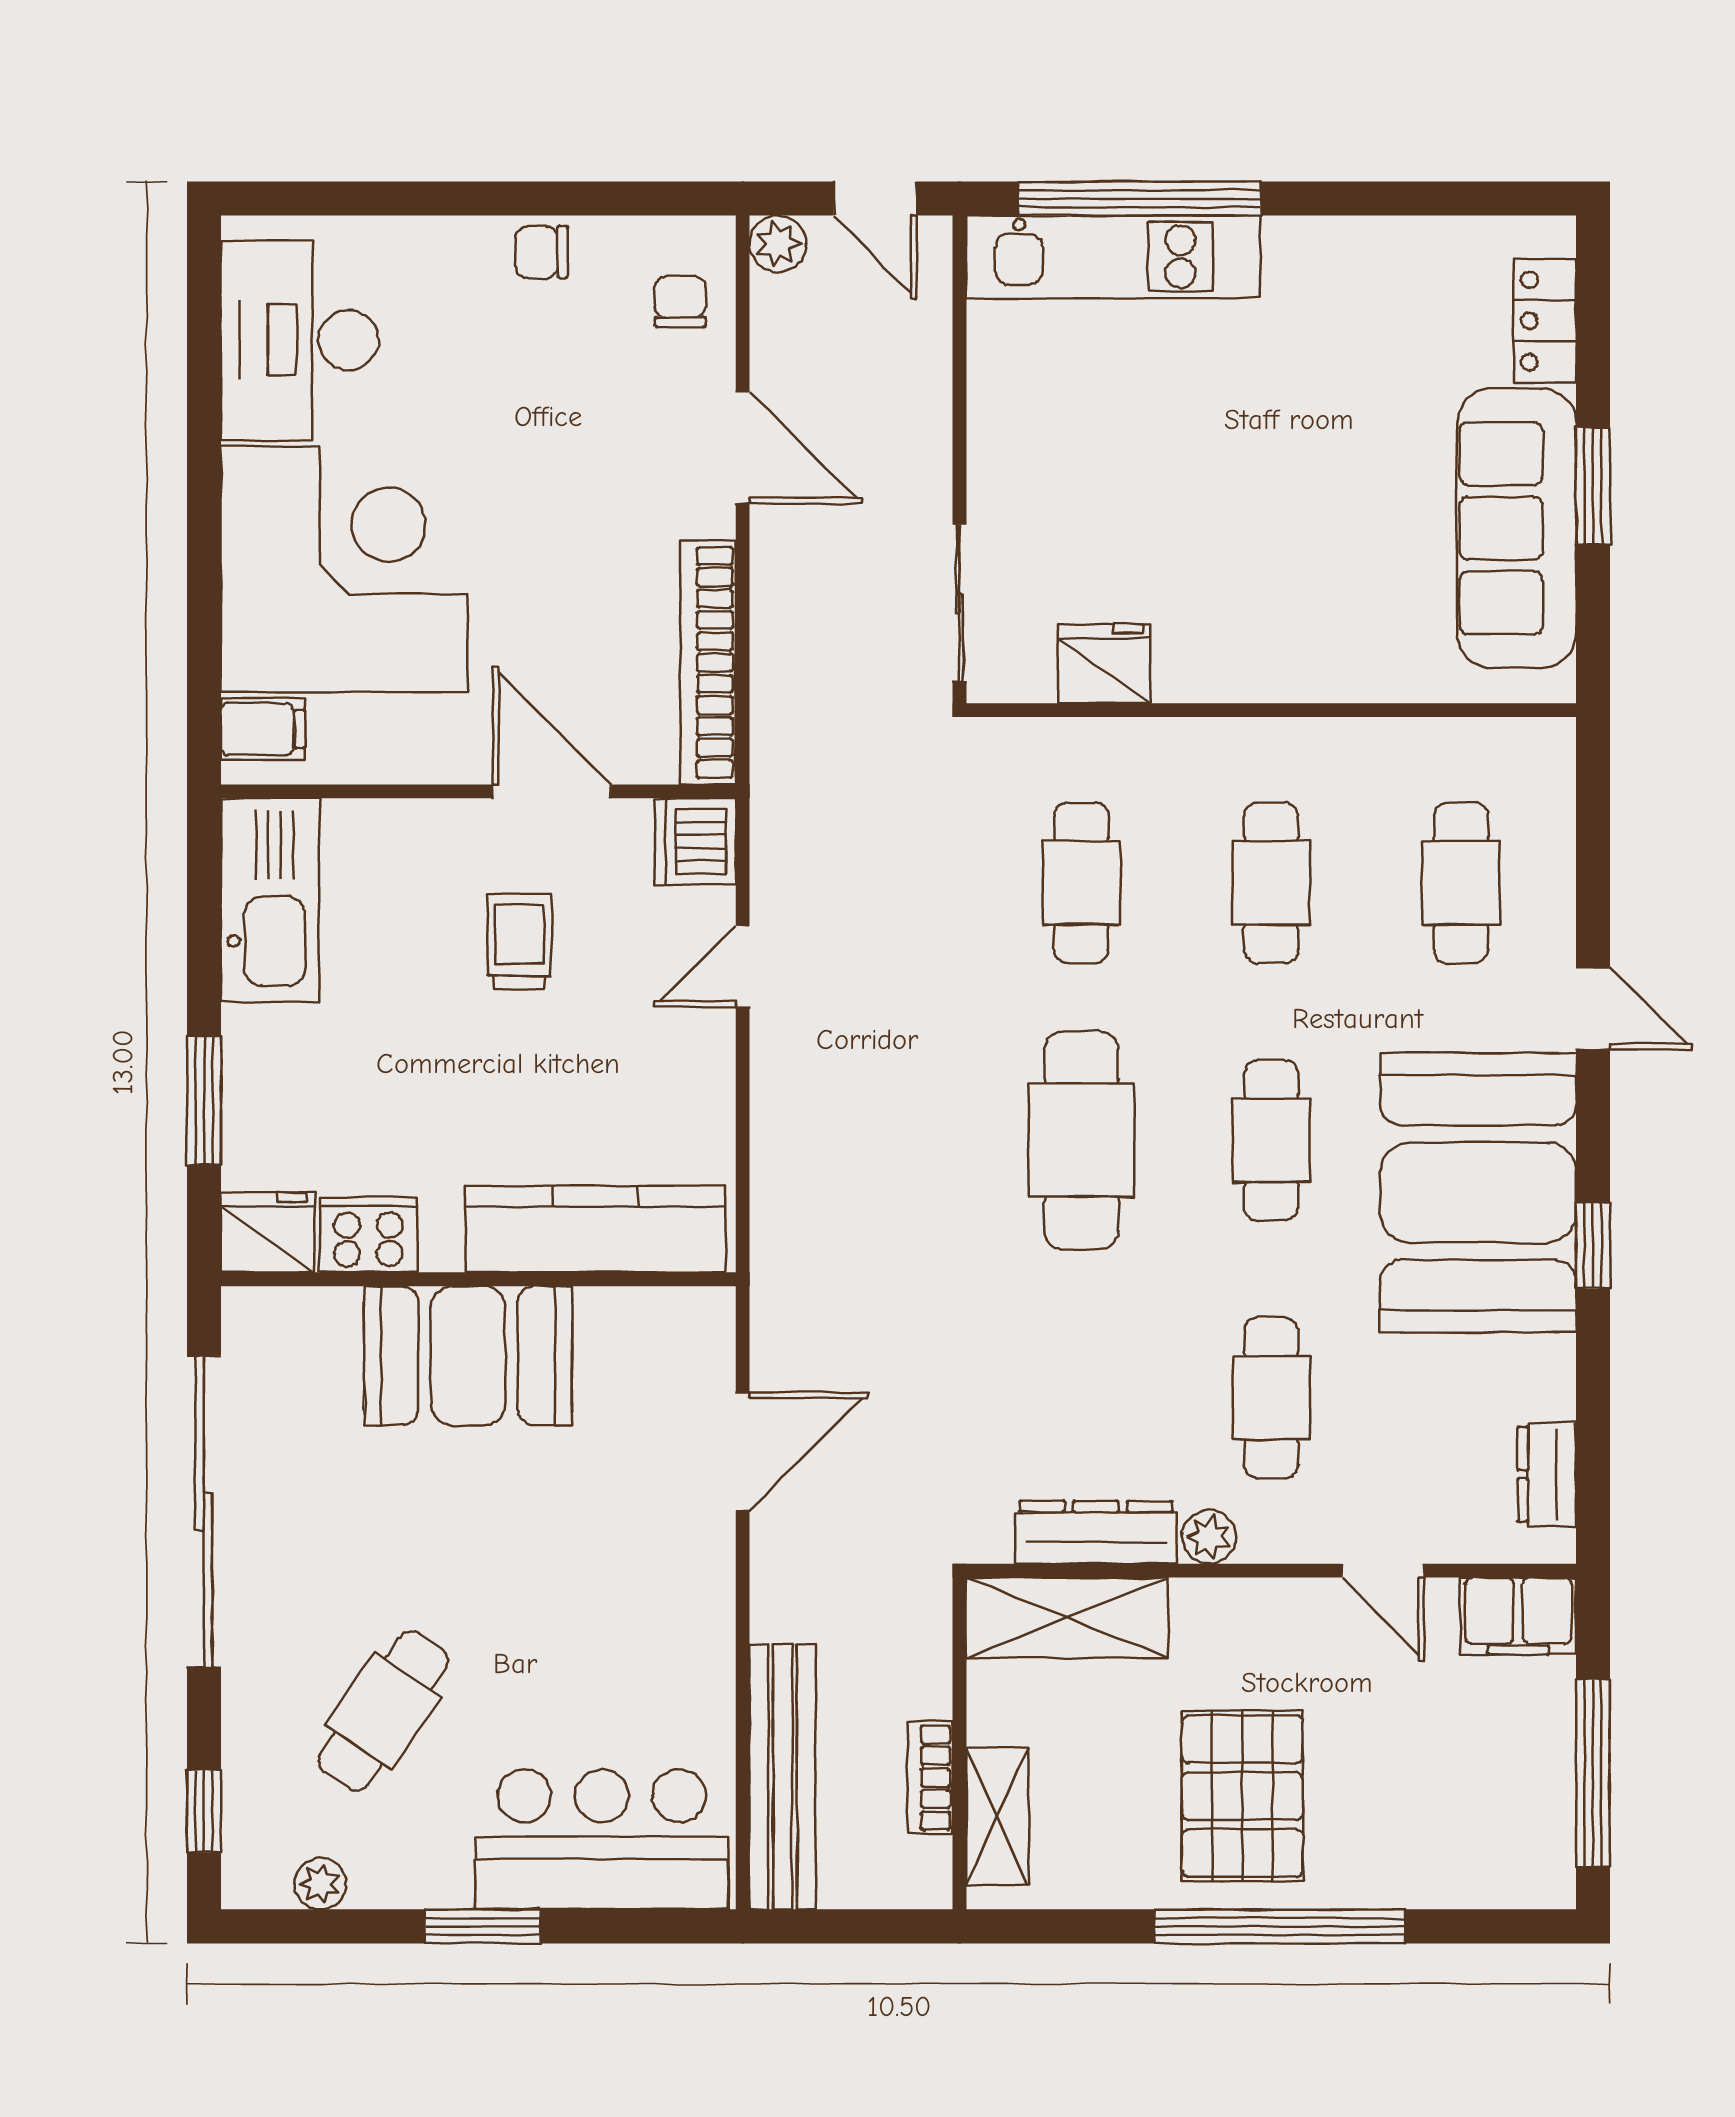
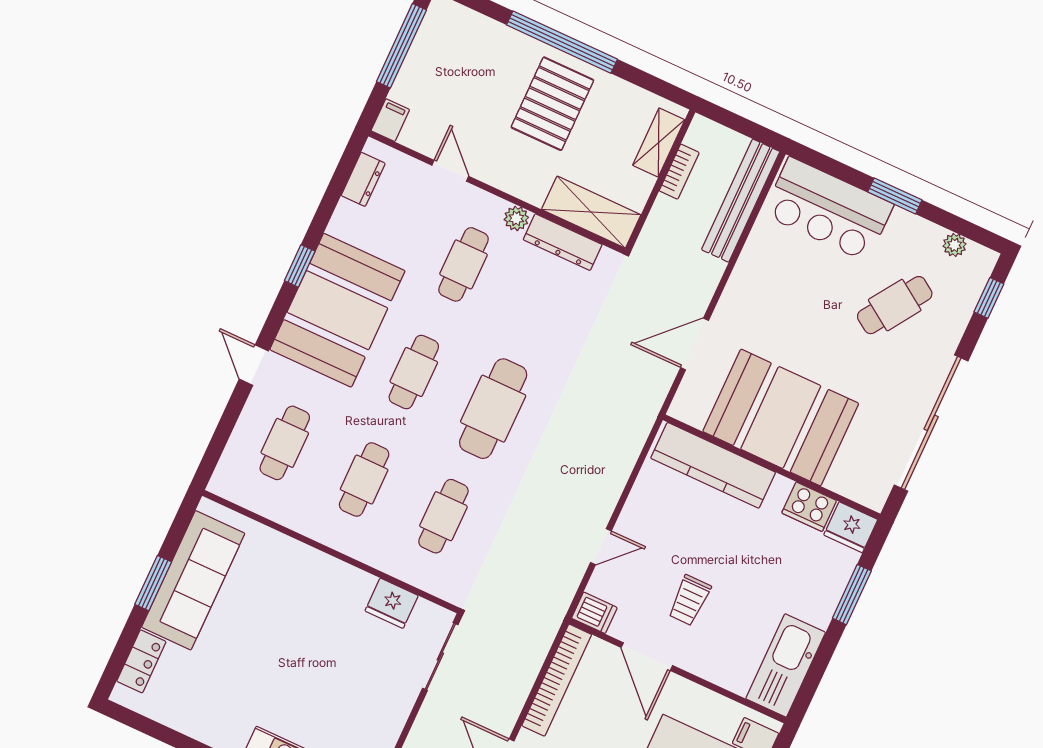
dishwasher: (695, 842) -> (594, 613), width x0.73
booth: (468, 1356) -> (781, 417), width x1.36, depth x1.42
filing cabinet: (1518, 1616) -> (390, 120), width x0.50

